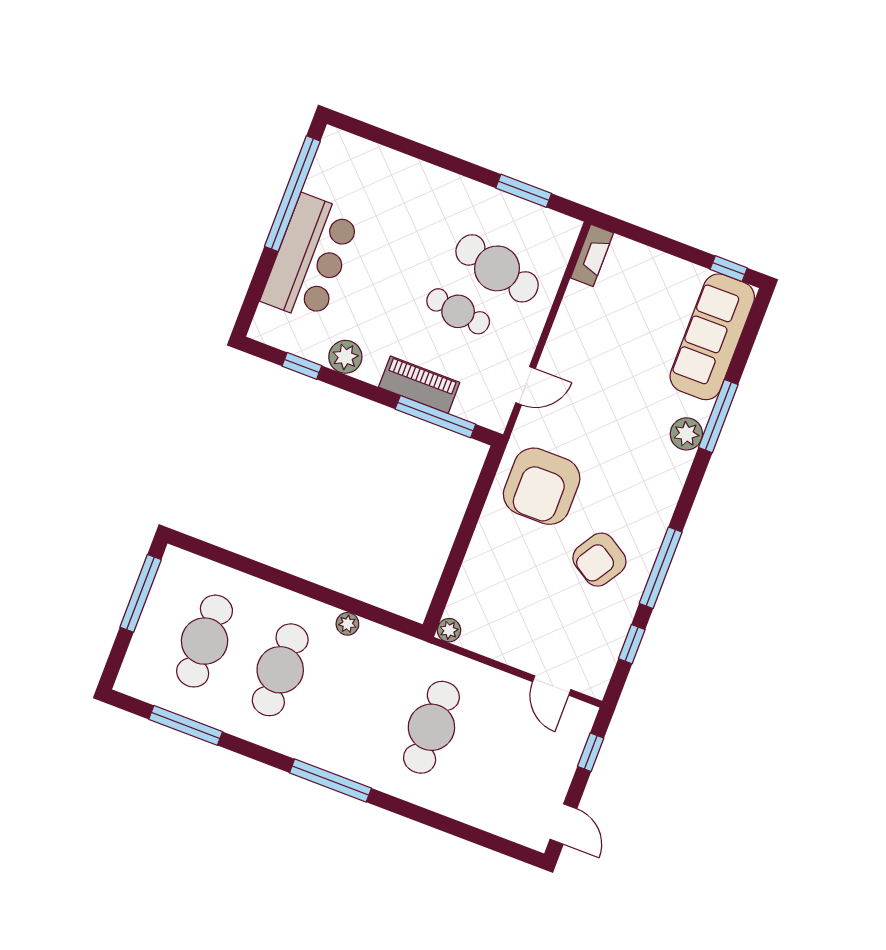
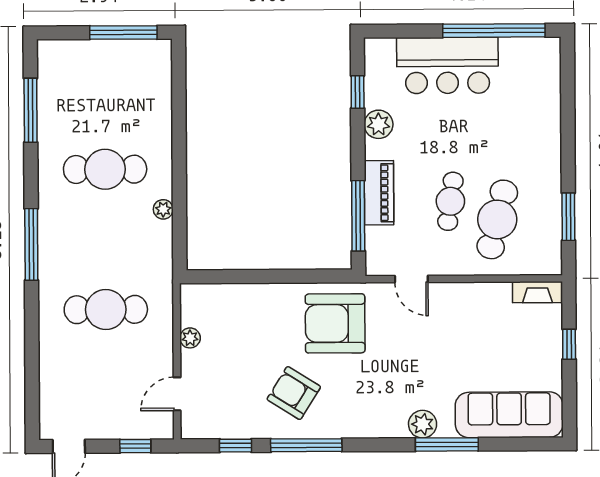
window: (729, 269) -> (569, 344), moved
plant: (449, 630) -> (190, 338), moved
cafe table: (205, 641) -> (105, 99), removed

